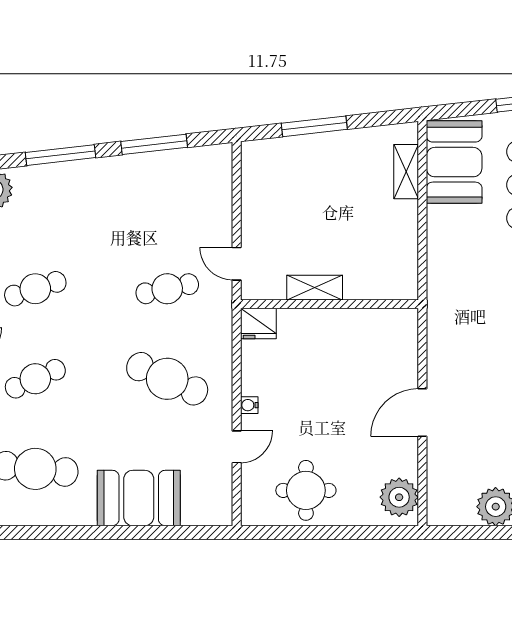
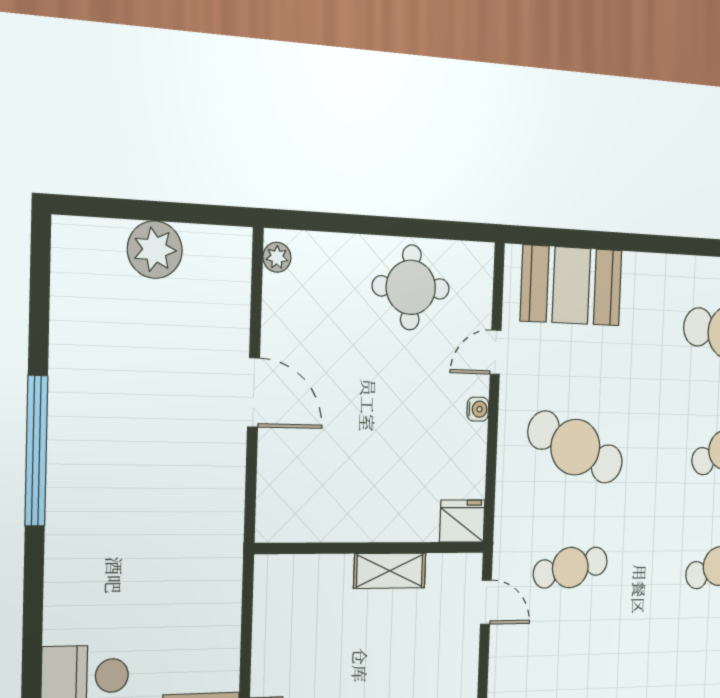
door: (422, 413) -> (253, 392), hinge flipped
plant: (399, 497) -> (277, 257), width x0.53, depth x0.53
booth: (139, 498) -> (571, 285), moved

